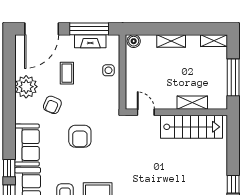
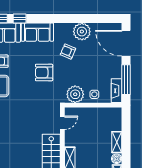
fireplace: (90, 41) -> (116, 91), moved
boiler: (134, 41) -> (117, 159), moved
coffee table: (67, 73) -> (92, 63), removed
plant: (108, 95) -> (75, 94), added

